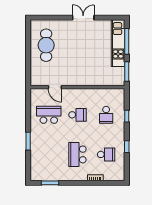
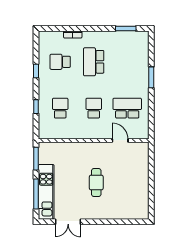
double door: (83, 18) -> (68, 222), moved
cafe table: (46, 45) -> (96, 182), moved, width x0.73, depth x0.74
school desk: (49, 115) -> (127, 108), turned 180
school desk: (77, 115) -> (94, 108), turned 90
school desk: (77, 154) -> (94, 62), turned 180

